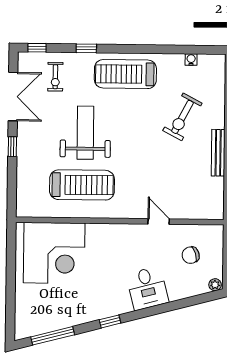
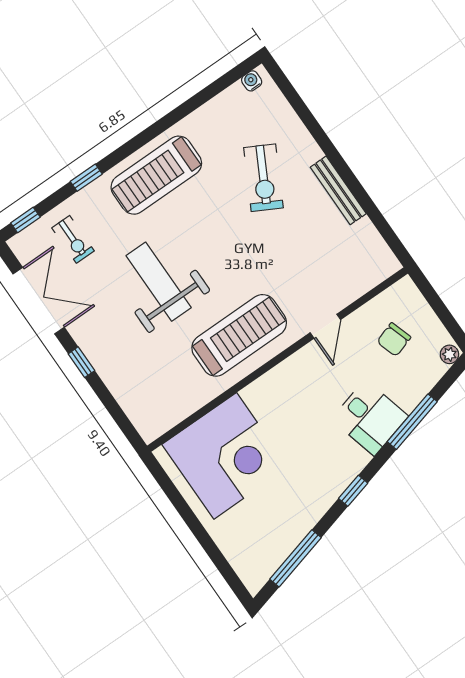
water cooler: (191, 60) -> (252, 81), moved
treadmill: (82, 185) -> (239, 335), moved
door: (159, 221) -> (325, 326), swing flipped
window: (169, 307) -> (412, 422), added

